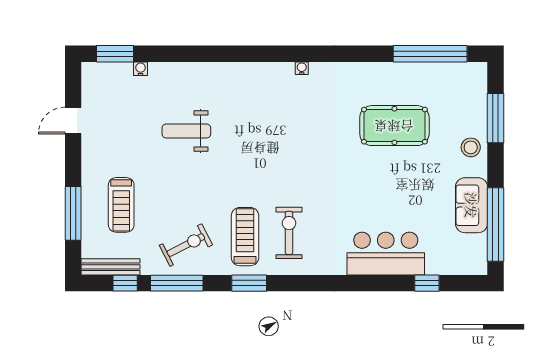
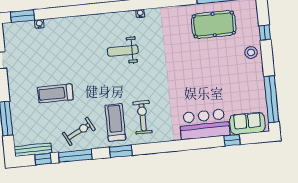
window: (496, 118) -> (265, 33), width x0.46
pool table: (394, 126) -> (214, 25), moved
weight bench: (186, 131) -> (123, 51), moved
treadmill: (121, 205) -> (55, 93), moved, turned 90
sofa: (471, 205) -> (247, 123), moved, turned 90

